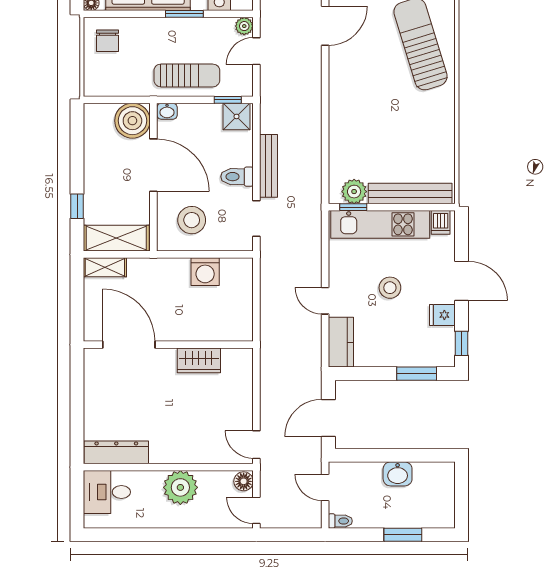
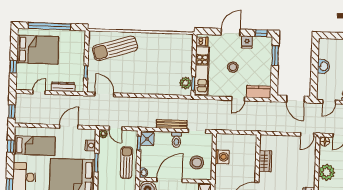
bench: (410, 194) -> (187, 56), removed

